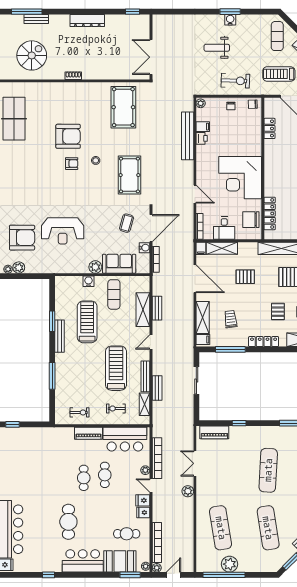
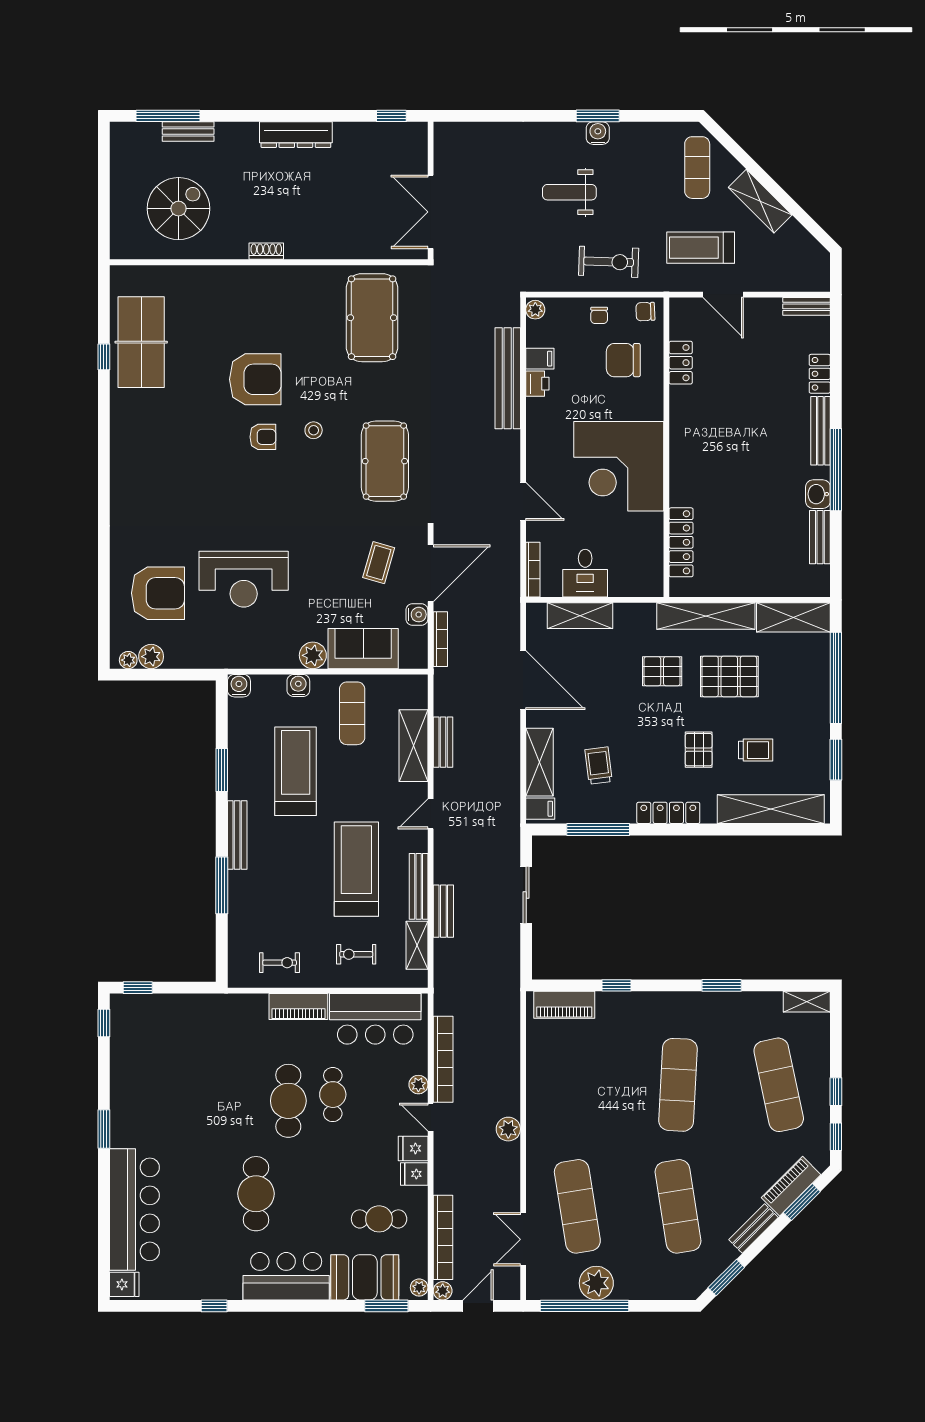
chair: (251, 220) -> (623, 360), moved
filing cabinet: (201, 248) -> (536, 616), removed
pallet: (245, 277) -> (662, 671), moved
water cooler: (60, 281) -> (239, 686), added
bench: (60, 336) -> (237, 835), moved
double door: (195, 463) -> (523, 1239), moved
cafe table: (84, 478) -> (288, 1101), width x1.37, depth x1.35

